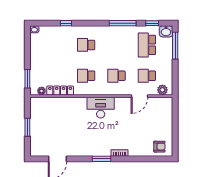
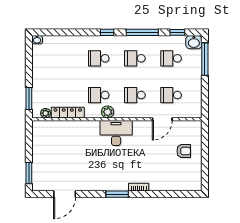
window: (66, 23) -> (107, 32), moved
school desk: (116, 45) -> (135, 58), added
school desk: (147, 45) -> (171, 58), width x0.54
plant: (162, 90) -> (108, 112), moved
window: (27, 127) -> (29, 173), moved
armchair: (159, 147) -> (184, 151), moved

